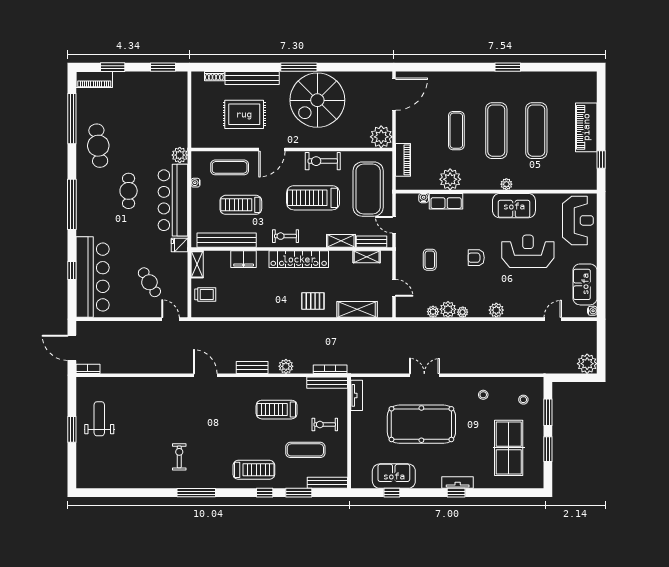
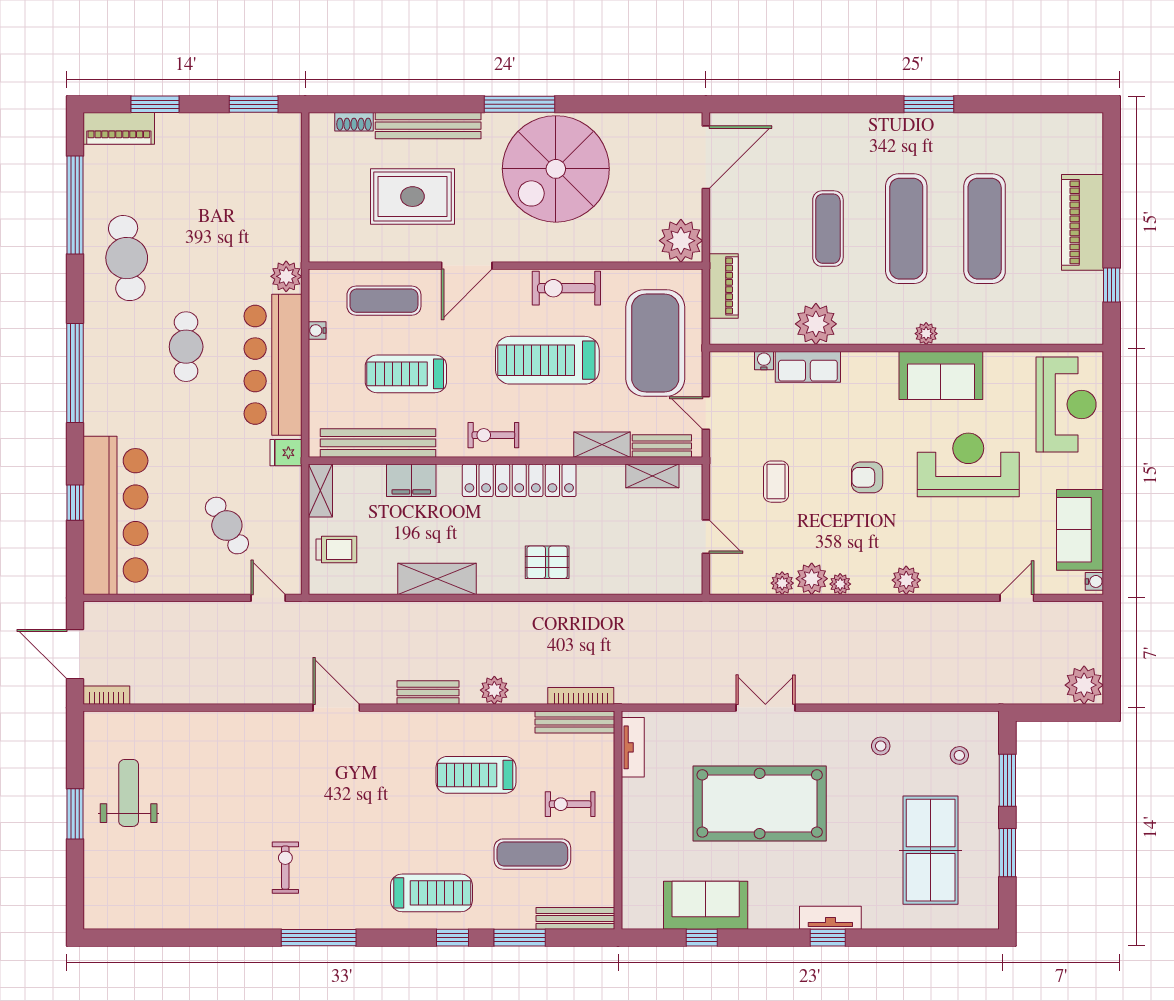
shelving: (357, 309) -> (437, 579), moved

